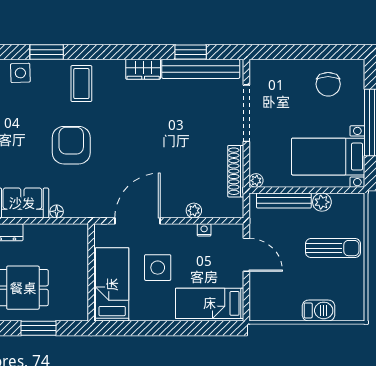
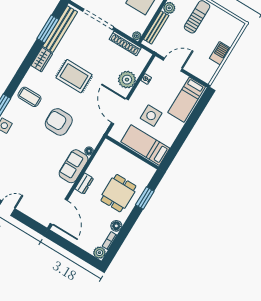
window: (191, 52) -> (48, 29), width x1.44
rug: (147, 128) -> (74, 76), added
plant: (194, 211) -> (127, 80), width x1.88, depth x1.88
barbecue: (318, 310) -> (220, 53), moved

